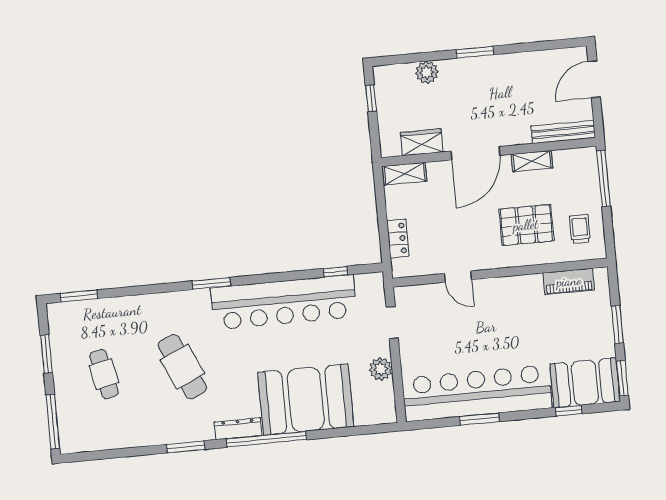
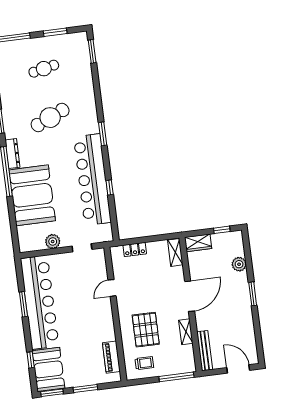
wardrobe: (422, 142) -> (198, 243), moved, turned 90
door: (475, 153) -> (190, 296), swing flipped
window: (336, 272) -> (110, 188), moved

